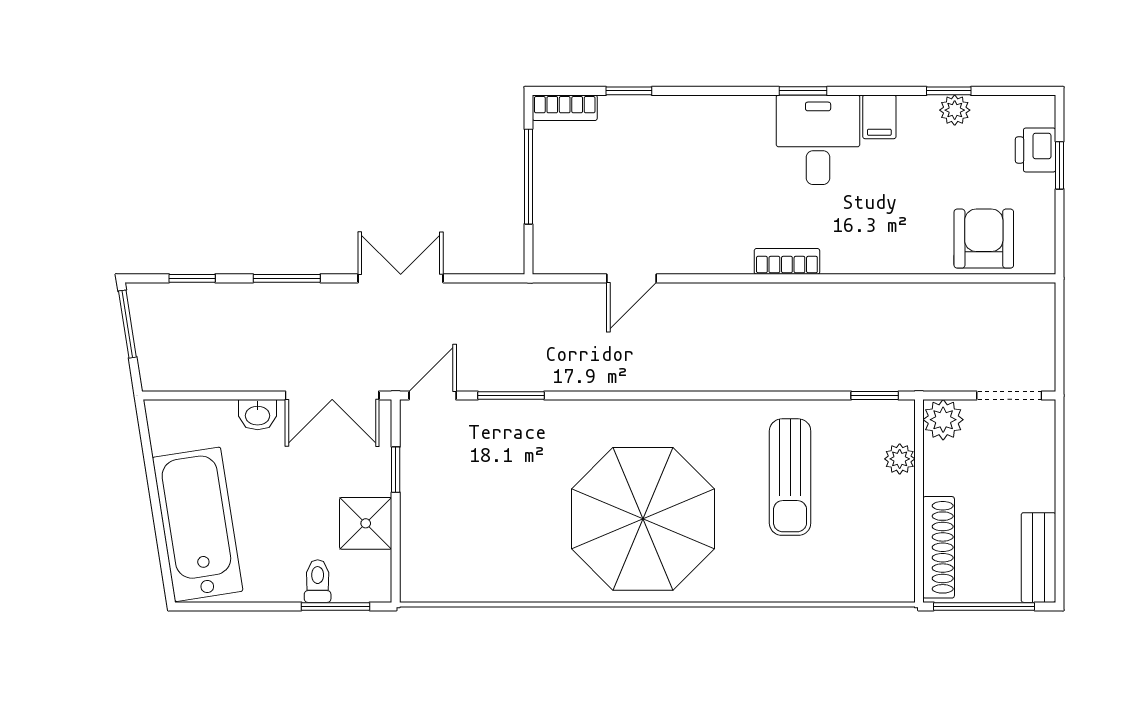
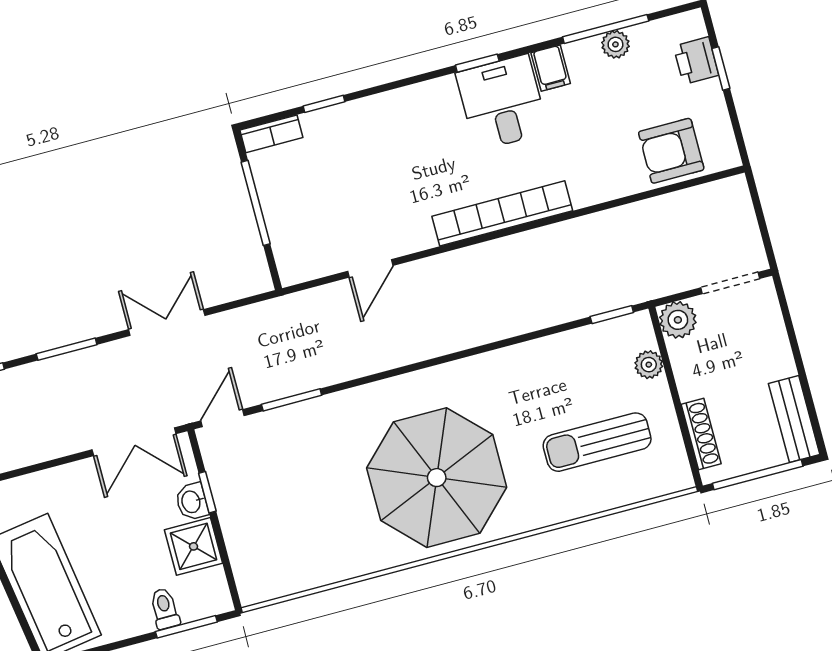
window: (949, 91) -> (606, 29), width x2.17
armchair: (984, 239) -> (671, 151), turned -90
bookcase: (787, 261) -> (502, 213), width x2.31, depth x1.31
washbasin: (258, 415) -> (192, 502), moved, turned 90
sun lounger: (790, 477) -> (597, 442), moved, turned 90
shoe rack: (939, 547) -> (701, 434), width x0.74, depth x0.81

